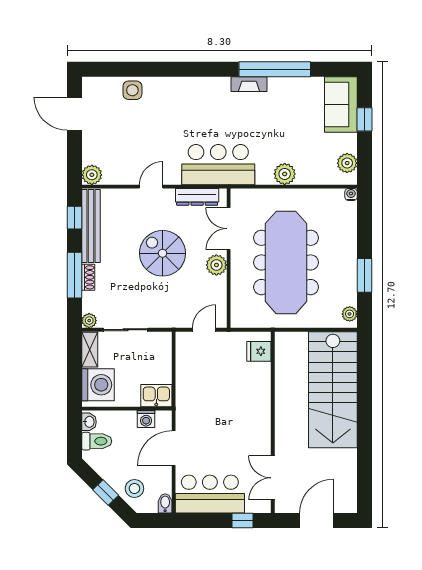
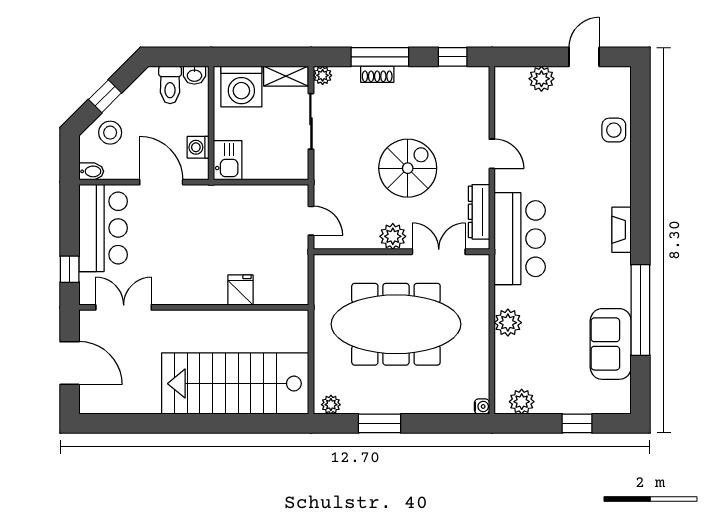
fireplace: (249, 84) -> (621, 230), moved
sofa: (341, 104) -> (611, 344), moved, turned -90
door: (75, 114) -> (584, 57), width x0.73
plant: (92, 175) -> (541, 79), moved
bench: (91, 226) -> (442, 78), removed
fridge: (259, 351) -> (240, 290), moved

